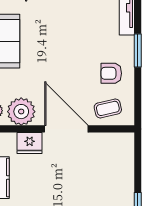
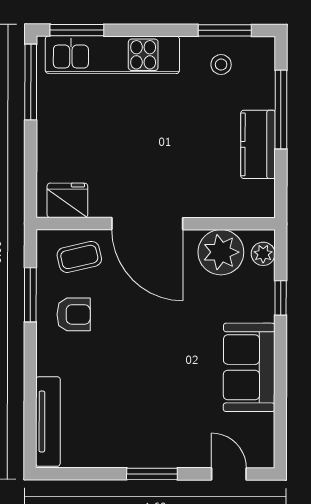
window: (138, 50) -> (30, 295), moved
fridge: (30, 143) -> (67, 200), moved

